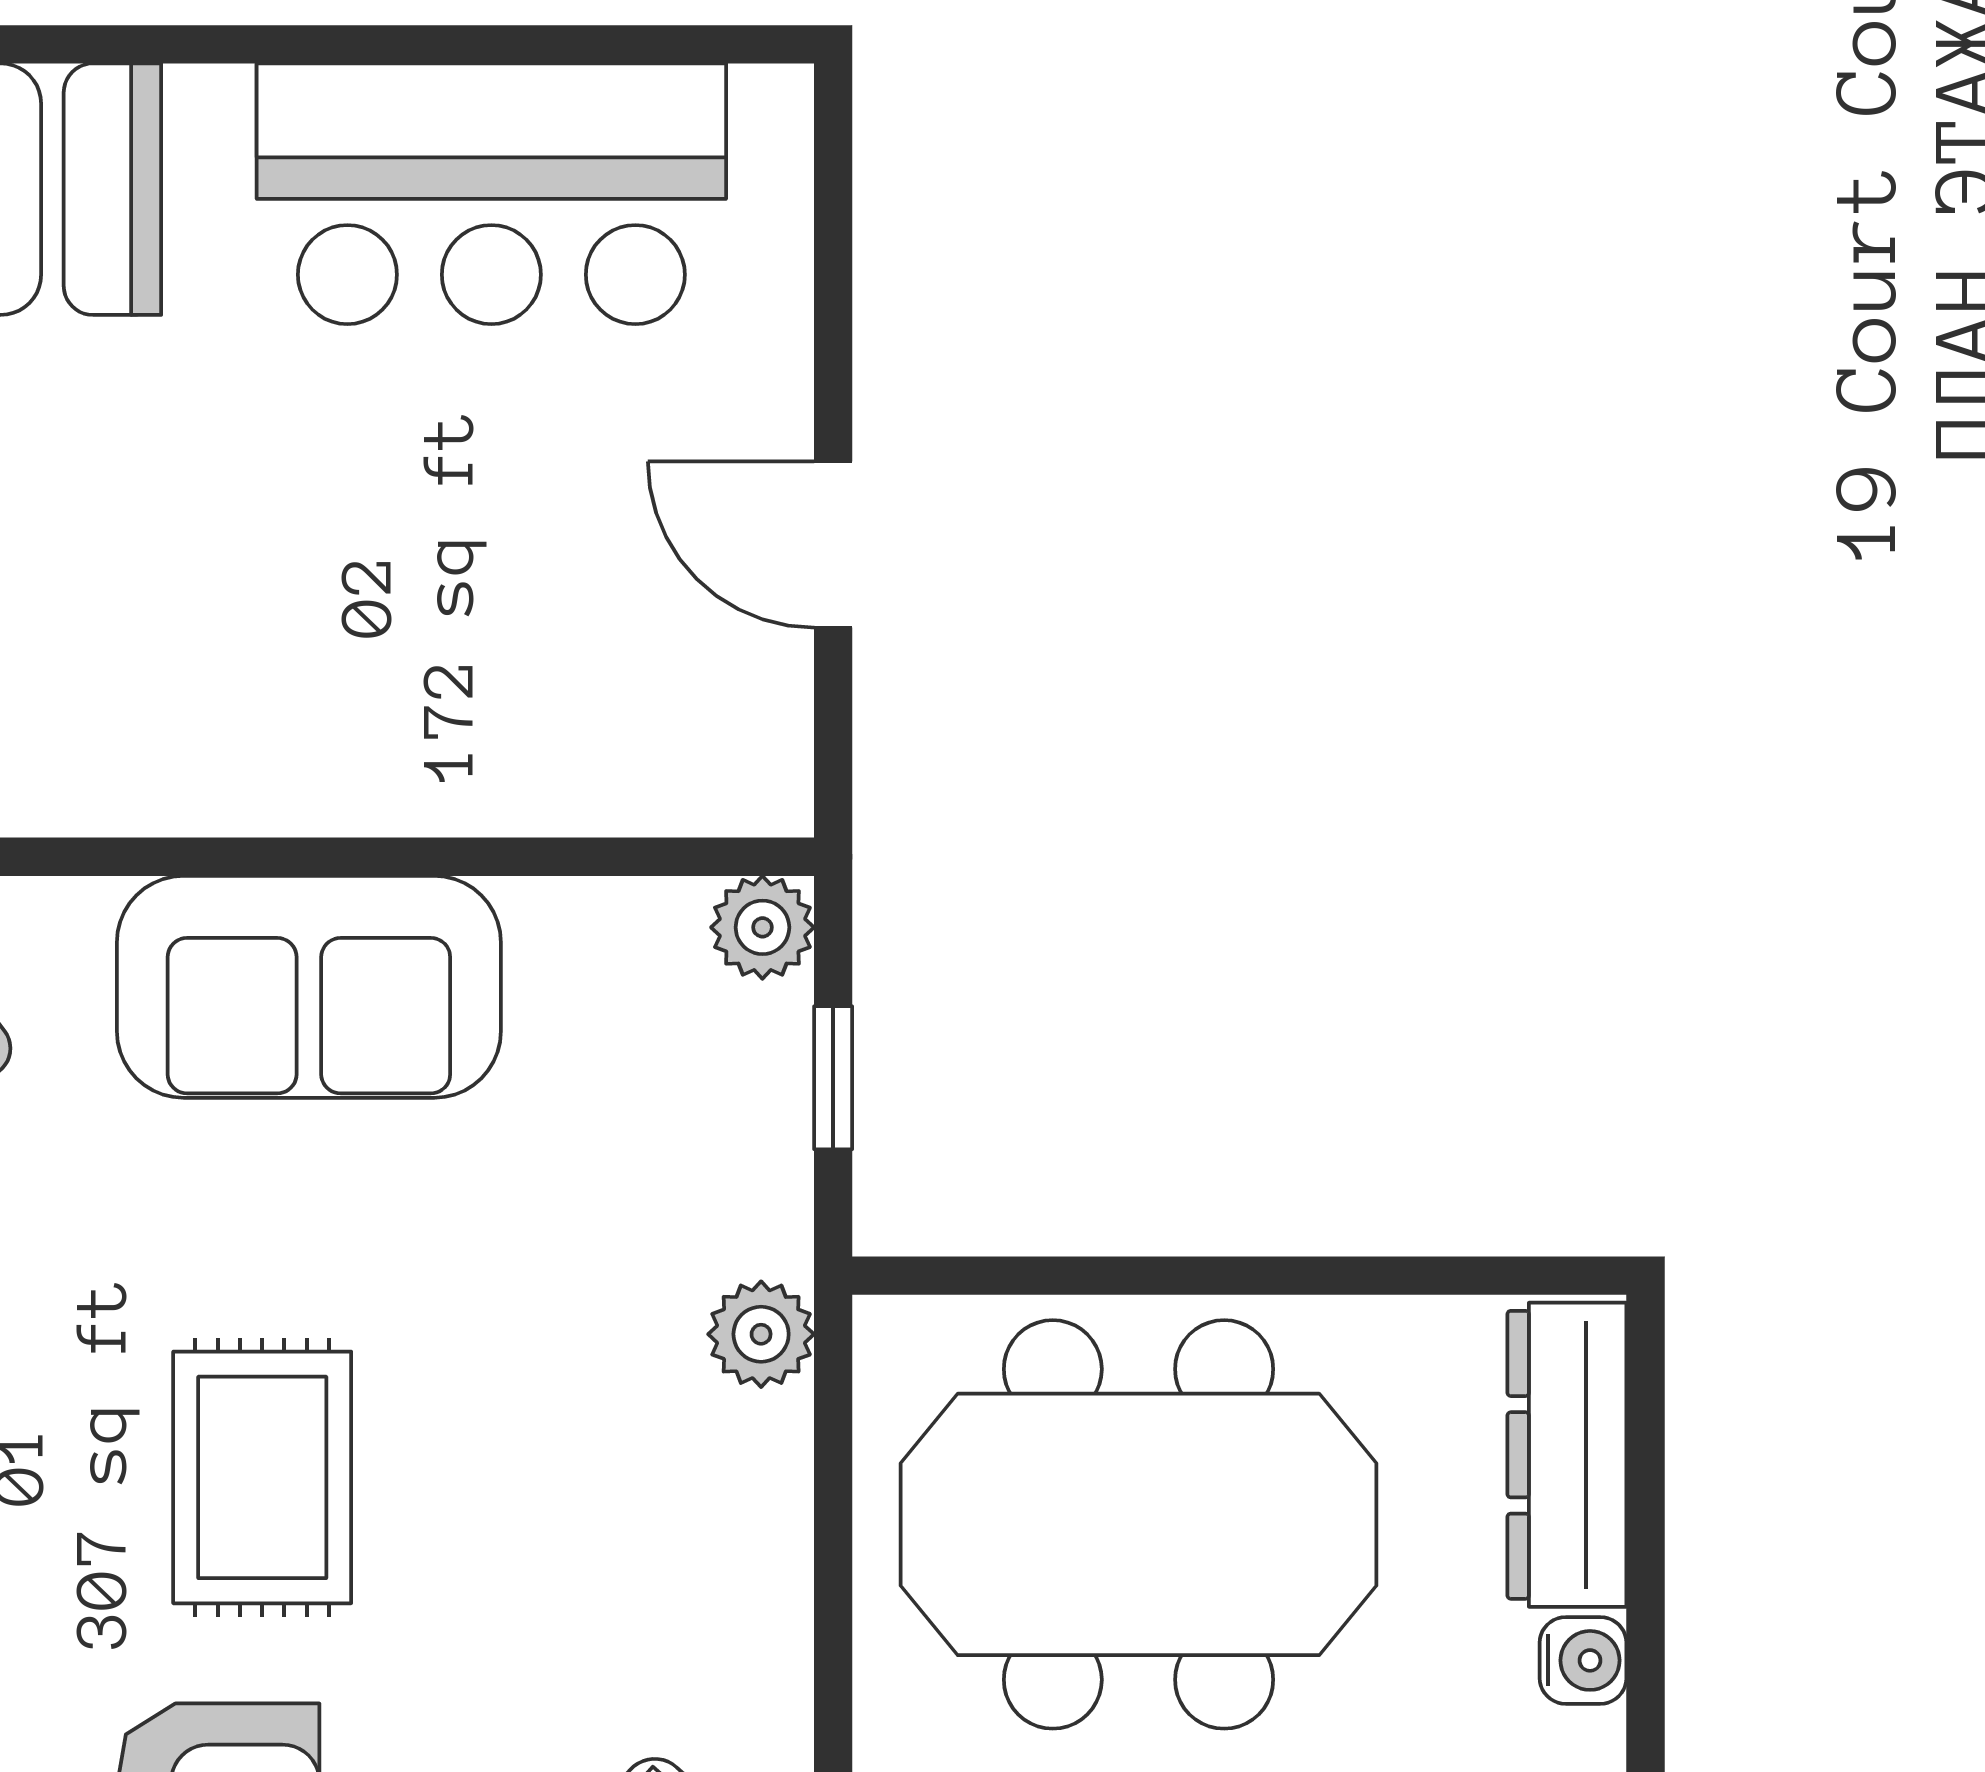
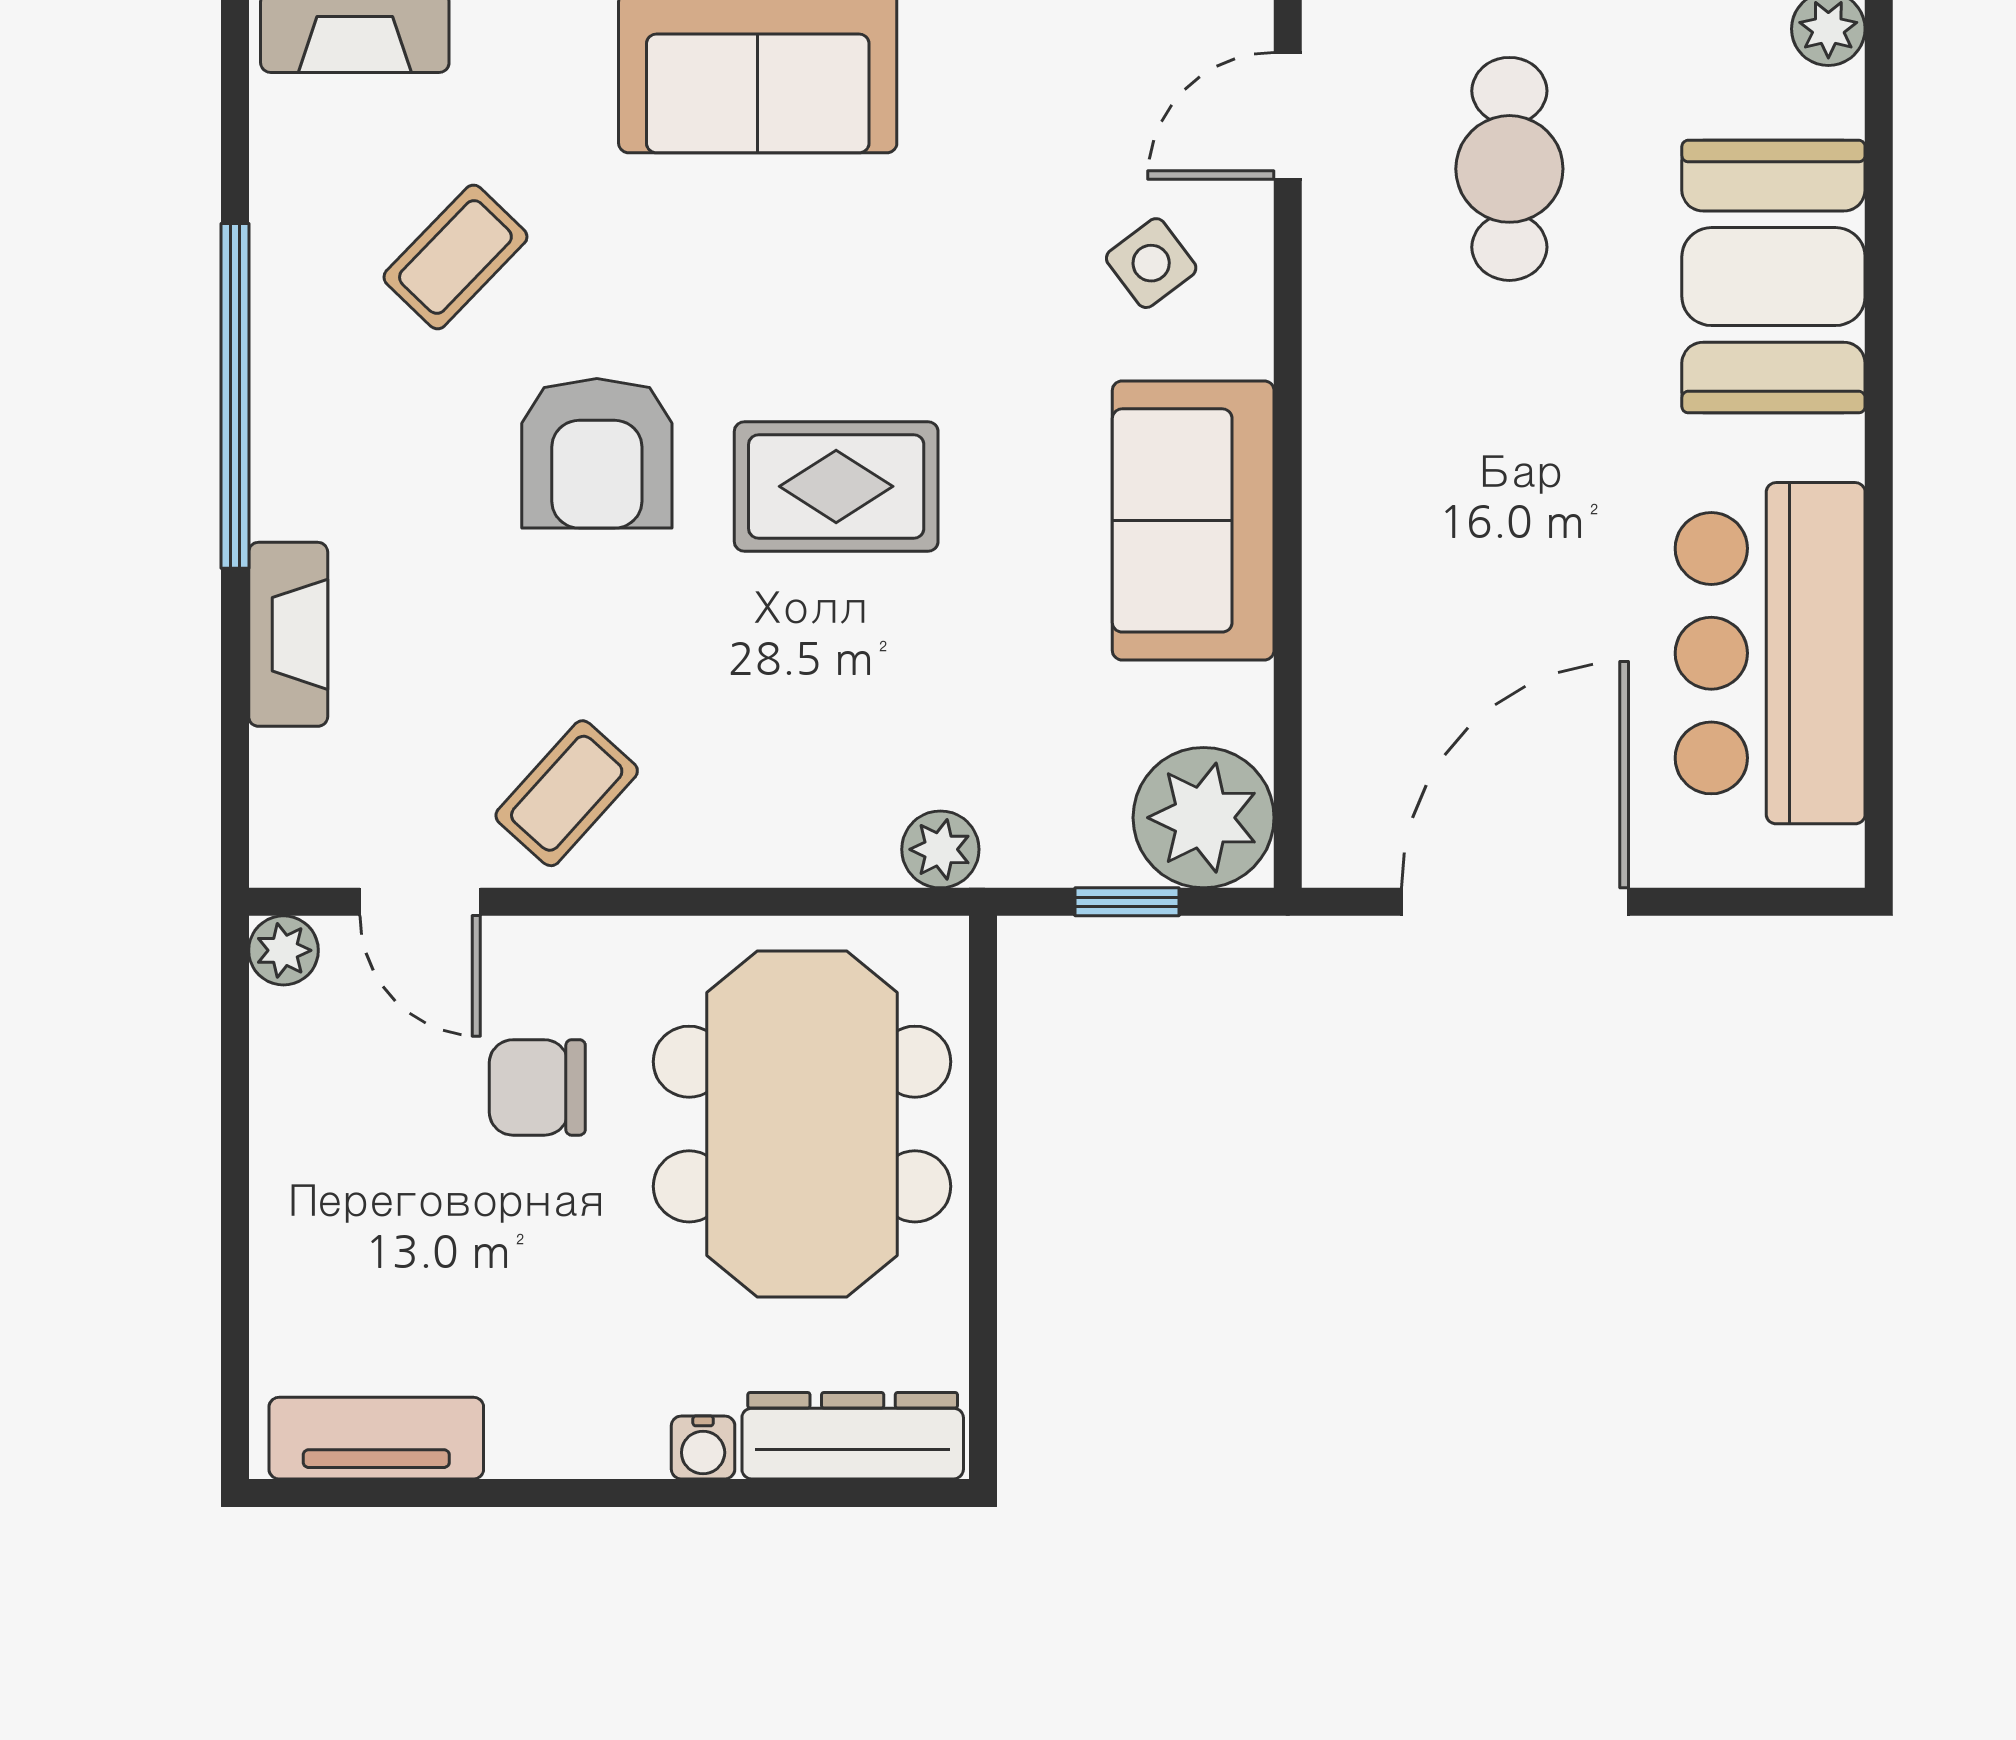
door: (833, 545) -> (1515, 902), width x1.87
plant: (762, 927) -> (1204, 818), width x1.87, depth x1.87

